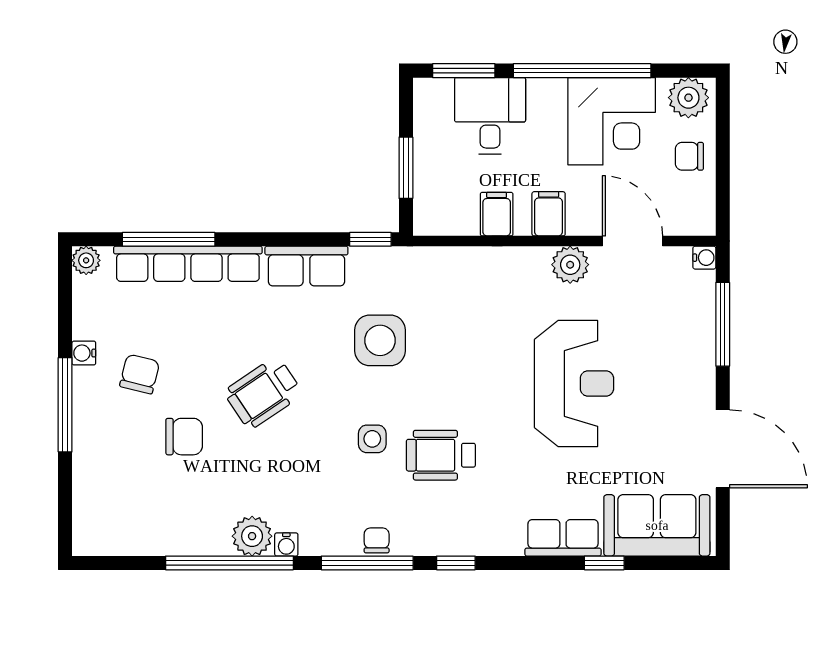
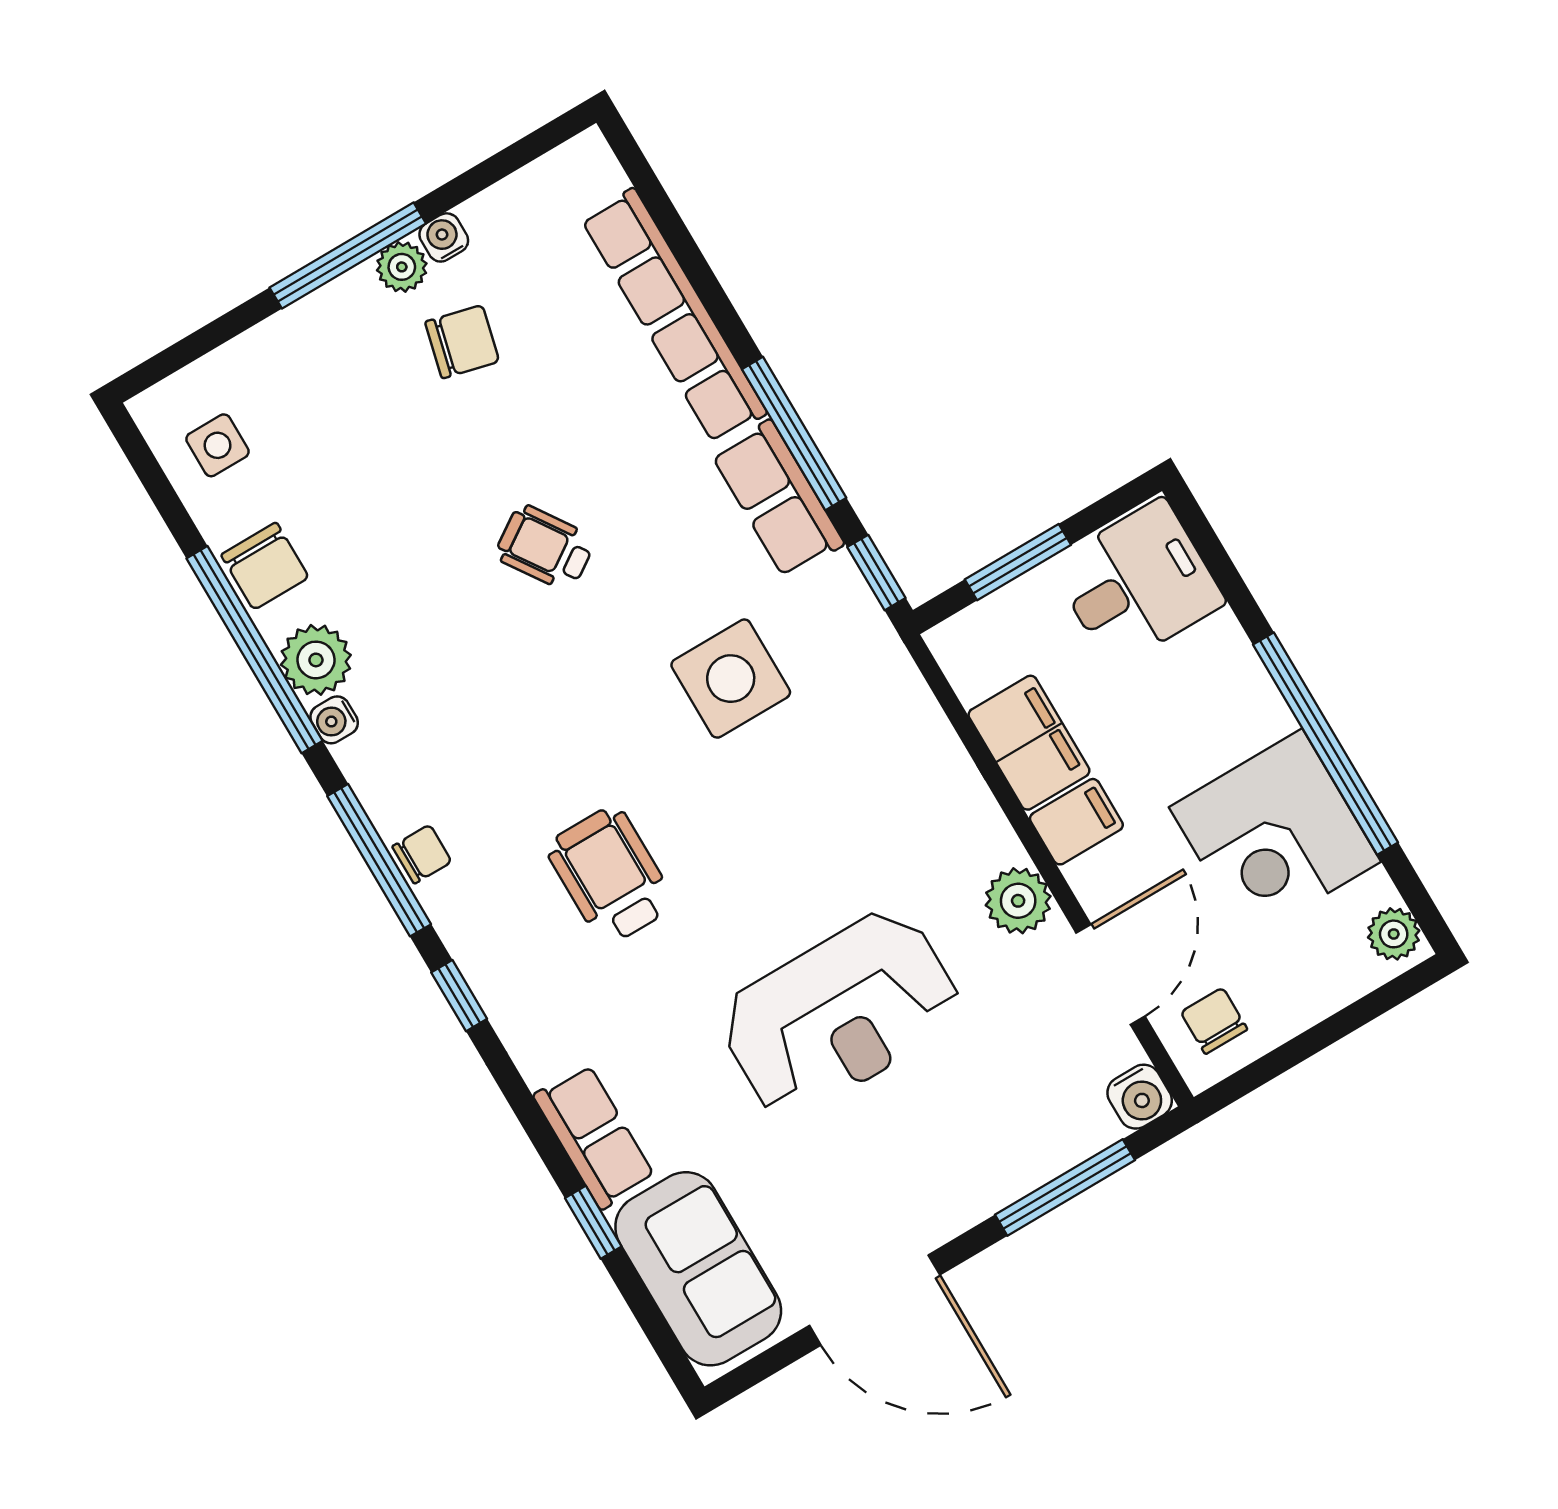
window: (464, 71) -> (1219, 563), removed
plant: (688, 98) -> (1394, 934), width x0.73, depth x0.73
desk: (490, 116) -> (1137, 583), moved
chair: (689, 156) -> (1214, 1021), moved
filing cabinet: (497, 214) -> (1029, 743), width x2.00
window: (169, 239) -> (794, 433), moved
water cooler: (704, 258) -> (1140, 1097), width x1.38, depth x1.38
plant: (86, 260) -> (402, 267), moved
wheelchair: (263, 393) -> (545, 548), width x0.73, depth x0.73
chair: (184, 437) -> (265, 566), moved
side table: (372, 439) -> (217, 445), moved
door: (723, 449) -> (875, 1300), hinge flipped

